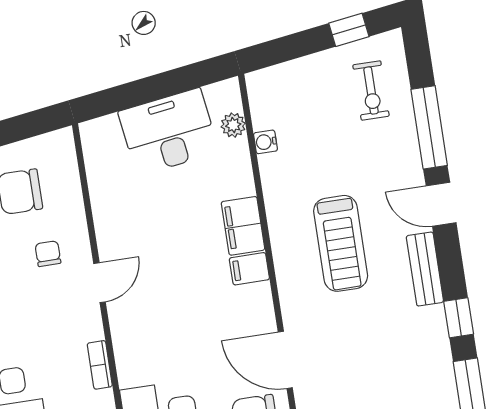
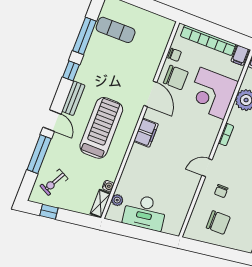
exercise bike: (371, 91) -> (54, 182), turned -152
shelving: (261, 100) -> (100, 204), added
filing cabinet: (243, 226) -> (136, 157), removed
treadmill: (341, 243) -> (101, 128), width x1.37, depth x1.38
filing cabinet: (249, 269) -> (146, 133), width x2.00

